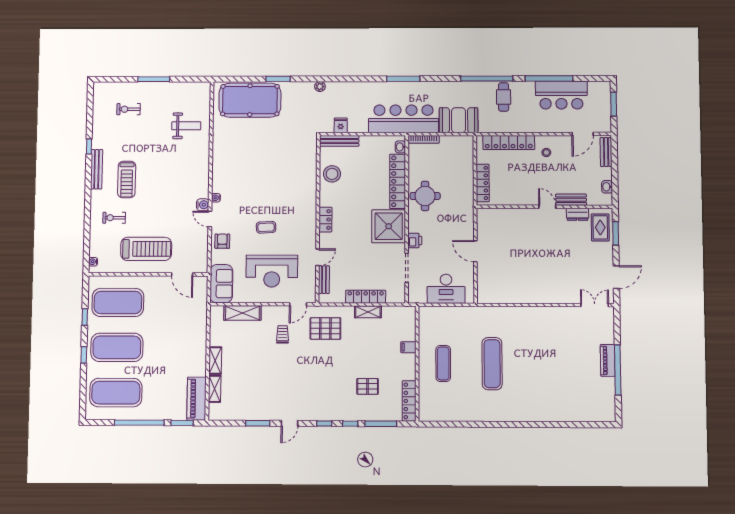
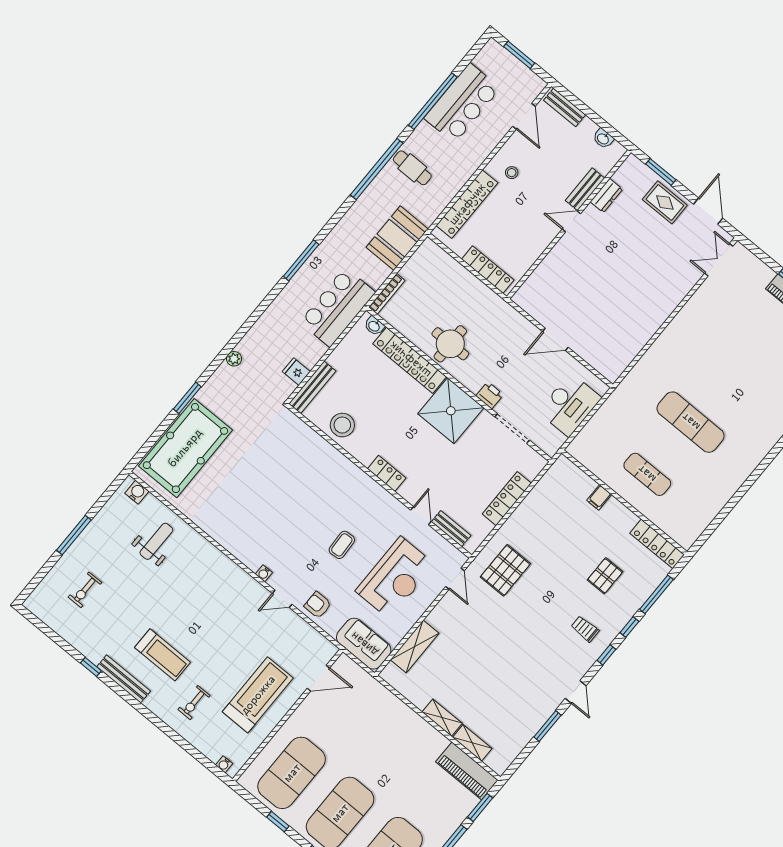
bar counter: (403, 119) -> (338, 307), width x0.73
water cooler: (203, 205) -> (137, 492), moved
rug: (600, 227) -> (665, 202), moved
shelving: (368, 312) -> (525, 510), removed
trolley: (283, 334) -> (585, 629), moved

